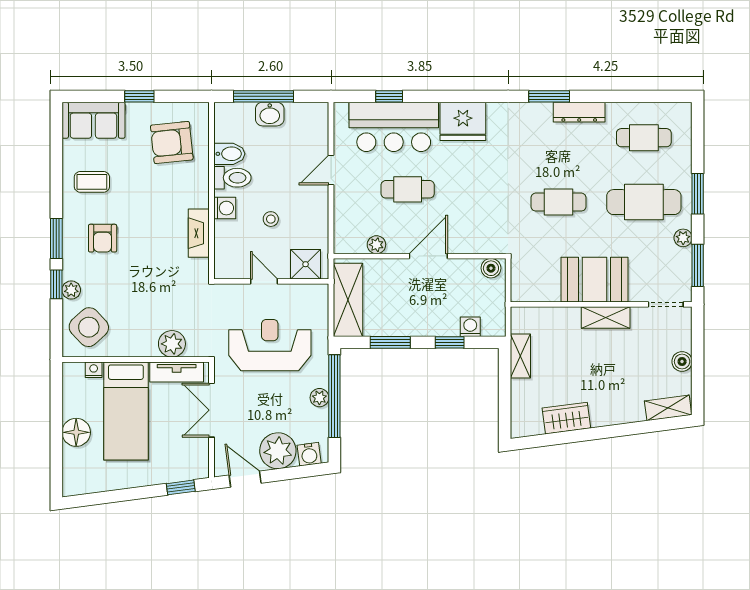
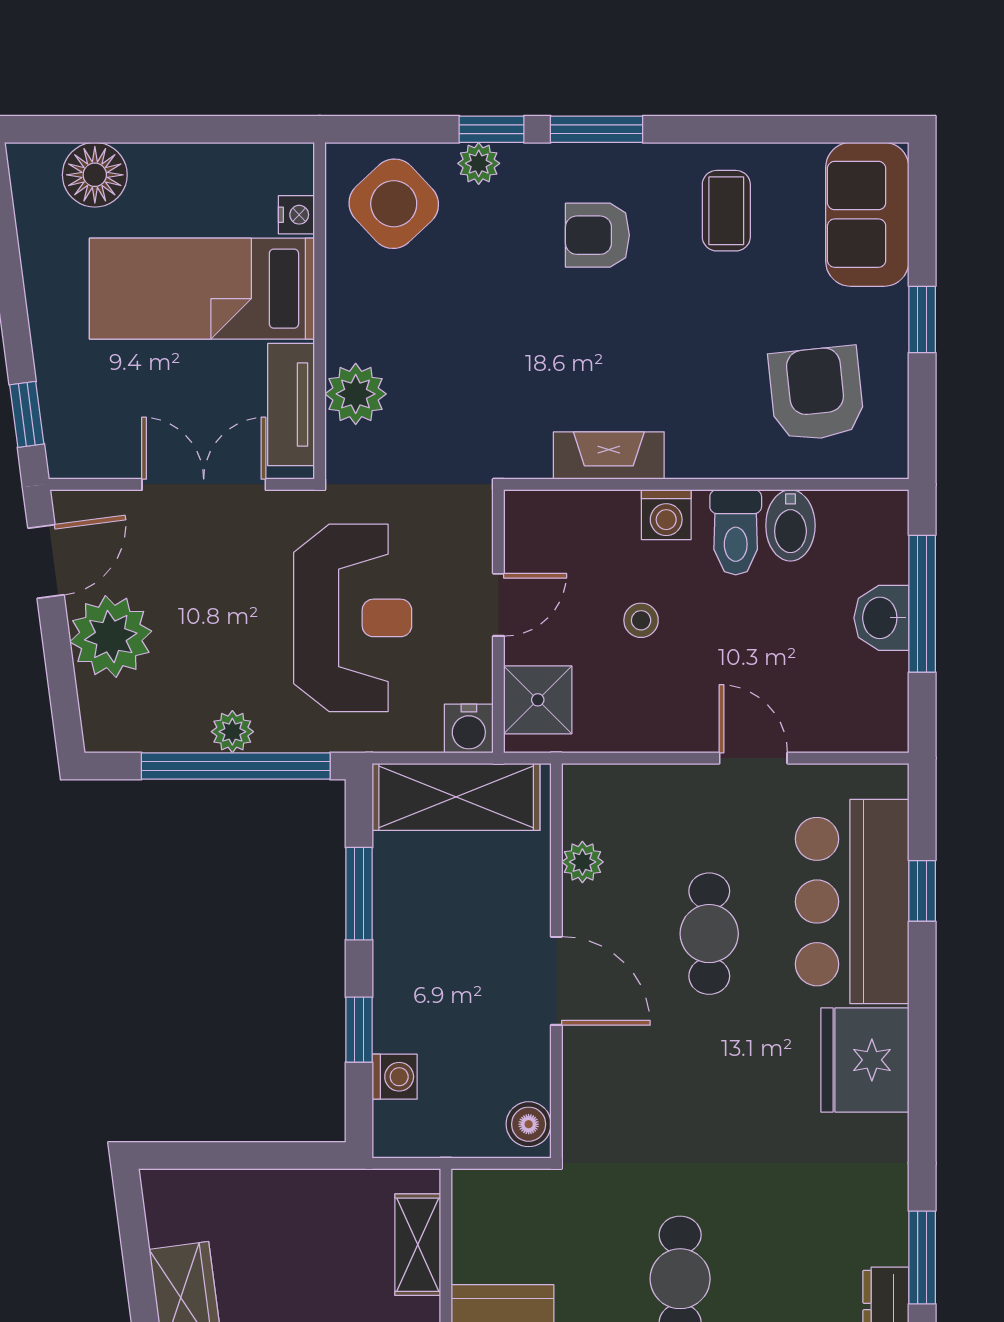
shelving: (520, 356) -> (418, 1245), moved, turned 90
floor lamp: (76, 432) -> (95, 175), moved
water cooler: (309, 454) -> (469, 728), moved, turned -83

